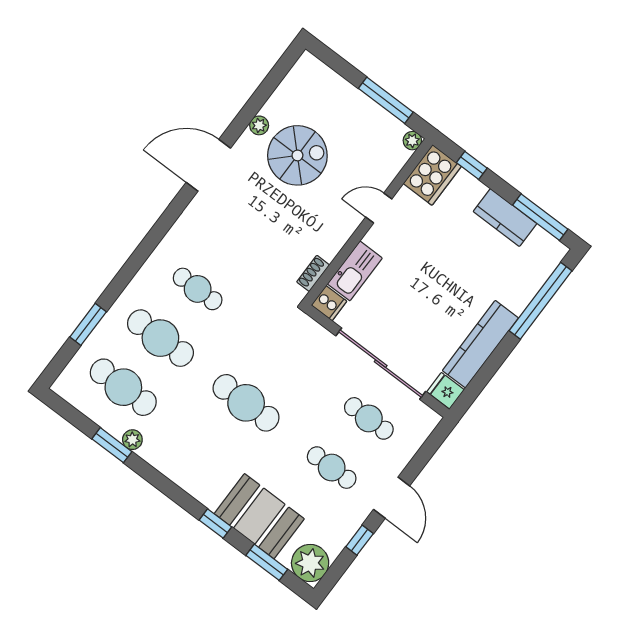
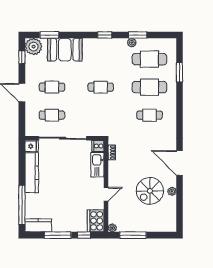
door: (208, 165) -> (179, 163), swing flipped
window: (540, 217) -> (58, 235), moved
kitchen counter: (505, 218) -> (38, 225), moved
cafe table: (246, 403) -> (101, 87), width x0.73, depth x0.74
window: (215, 523) -> (105, 35), moved
window: (360, 540) -> (22, 57), moved

